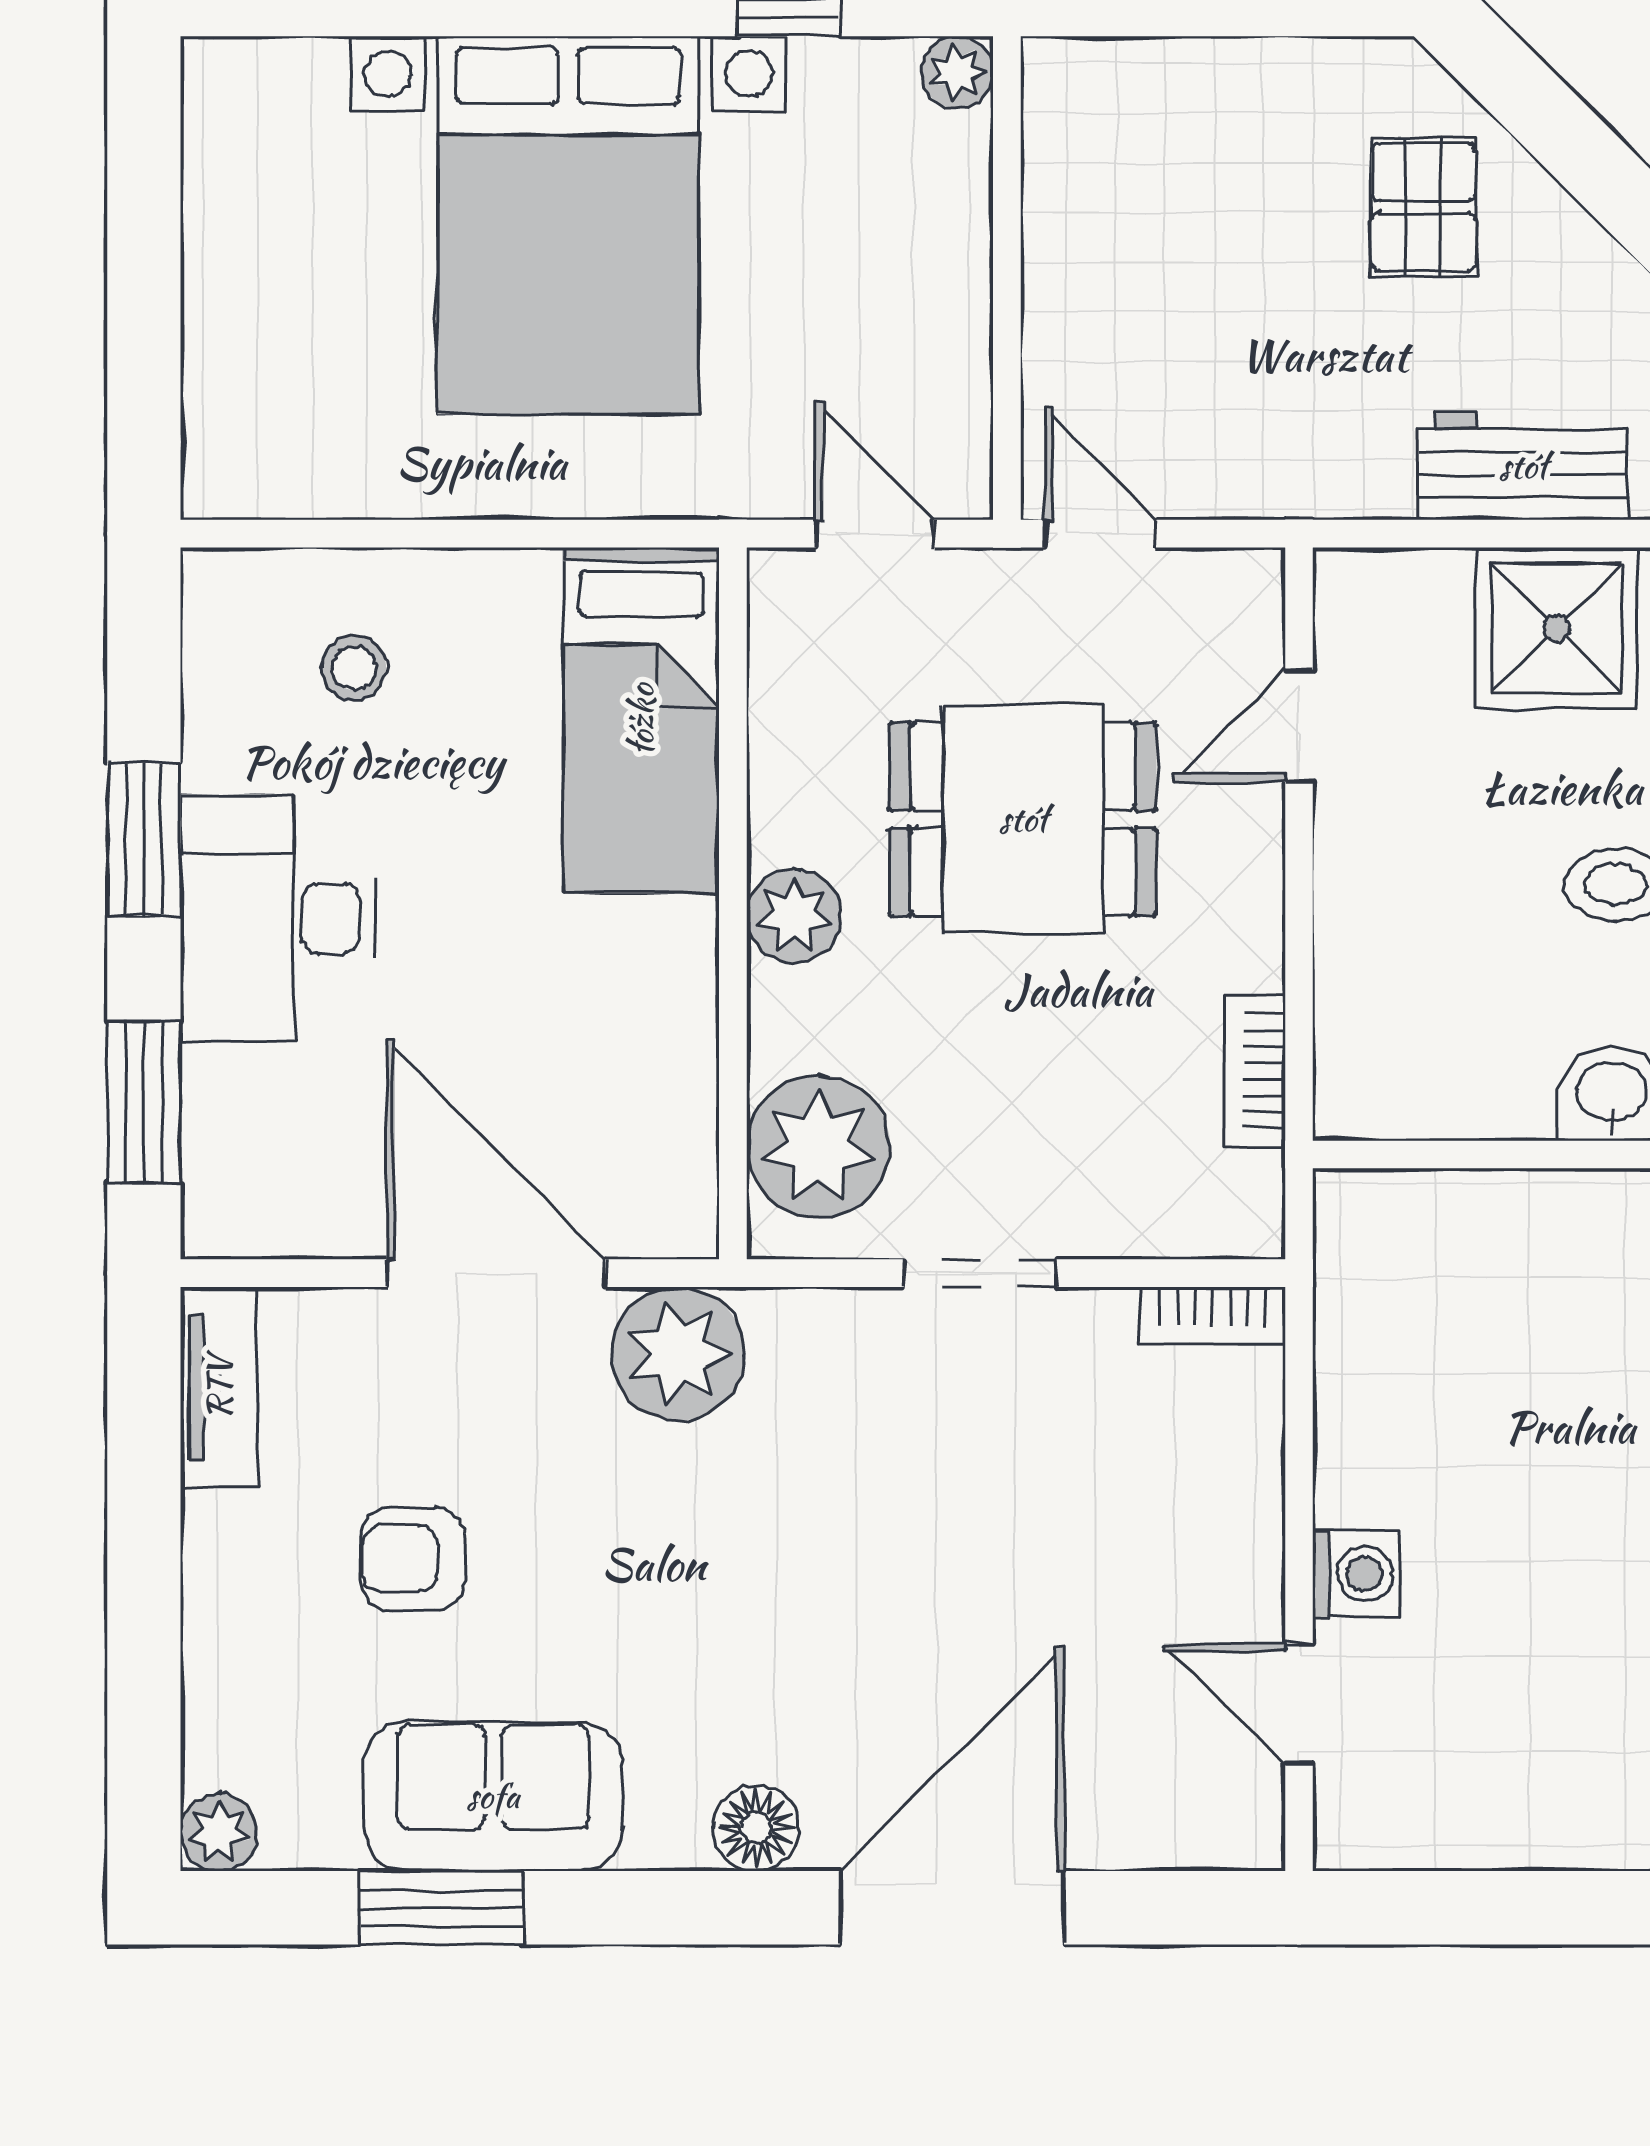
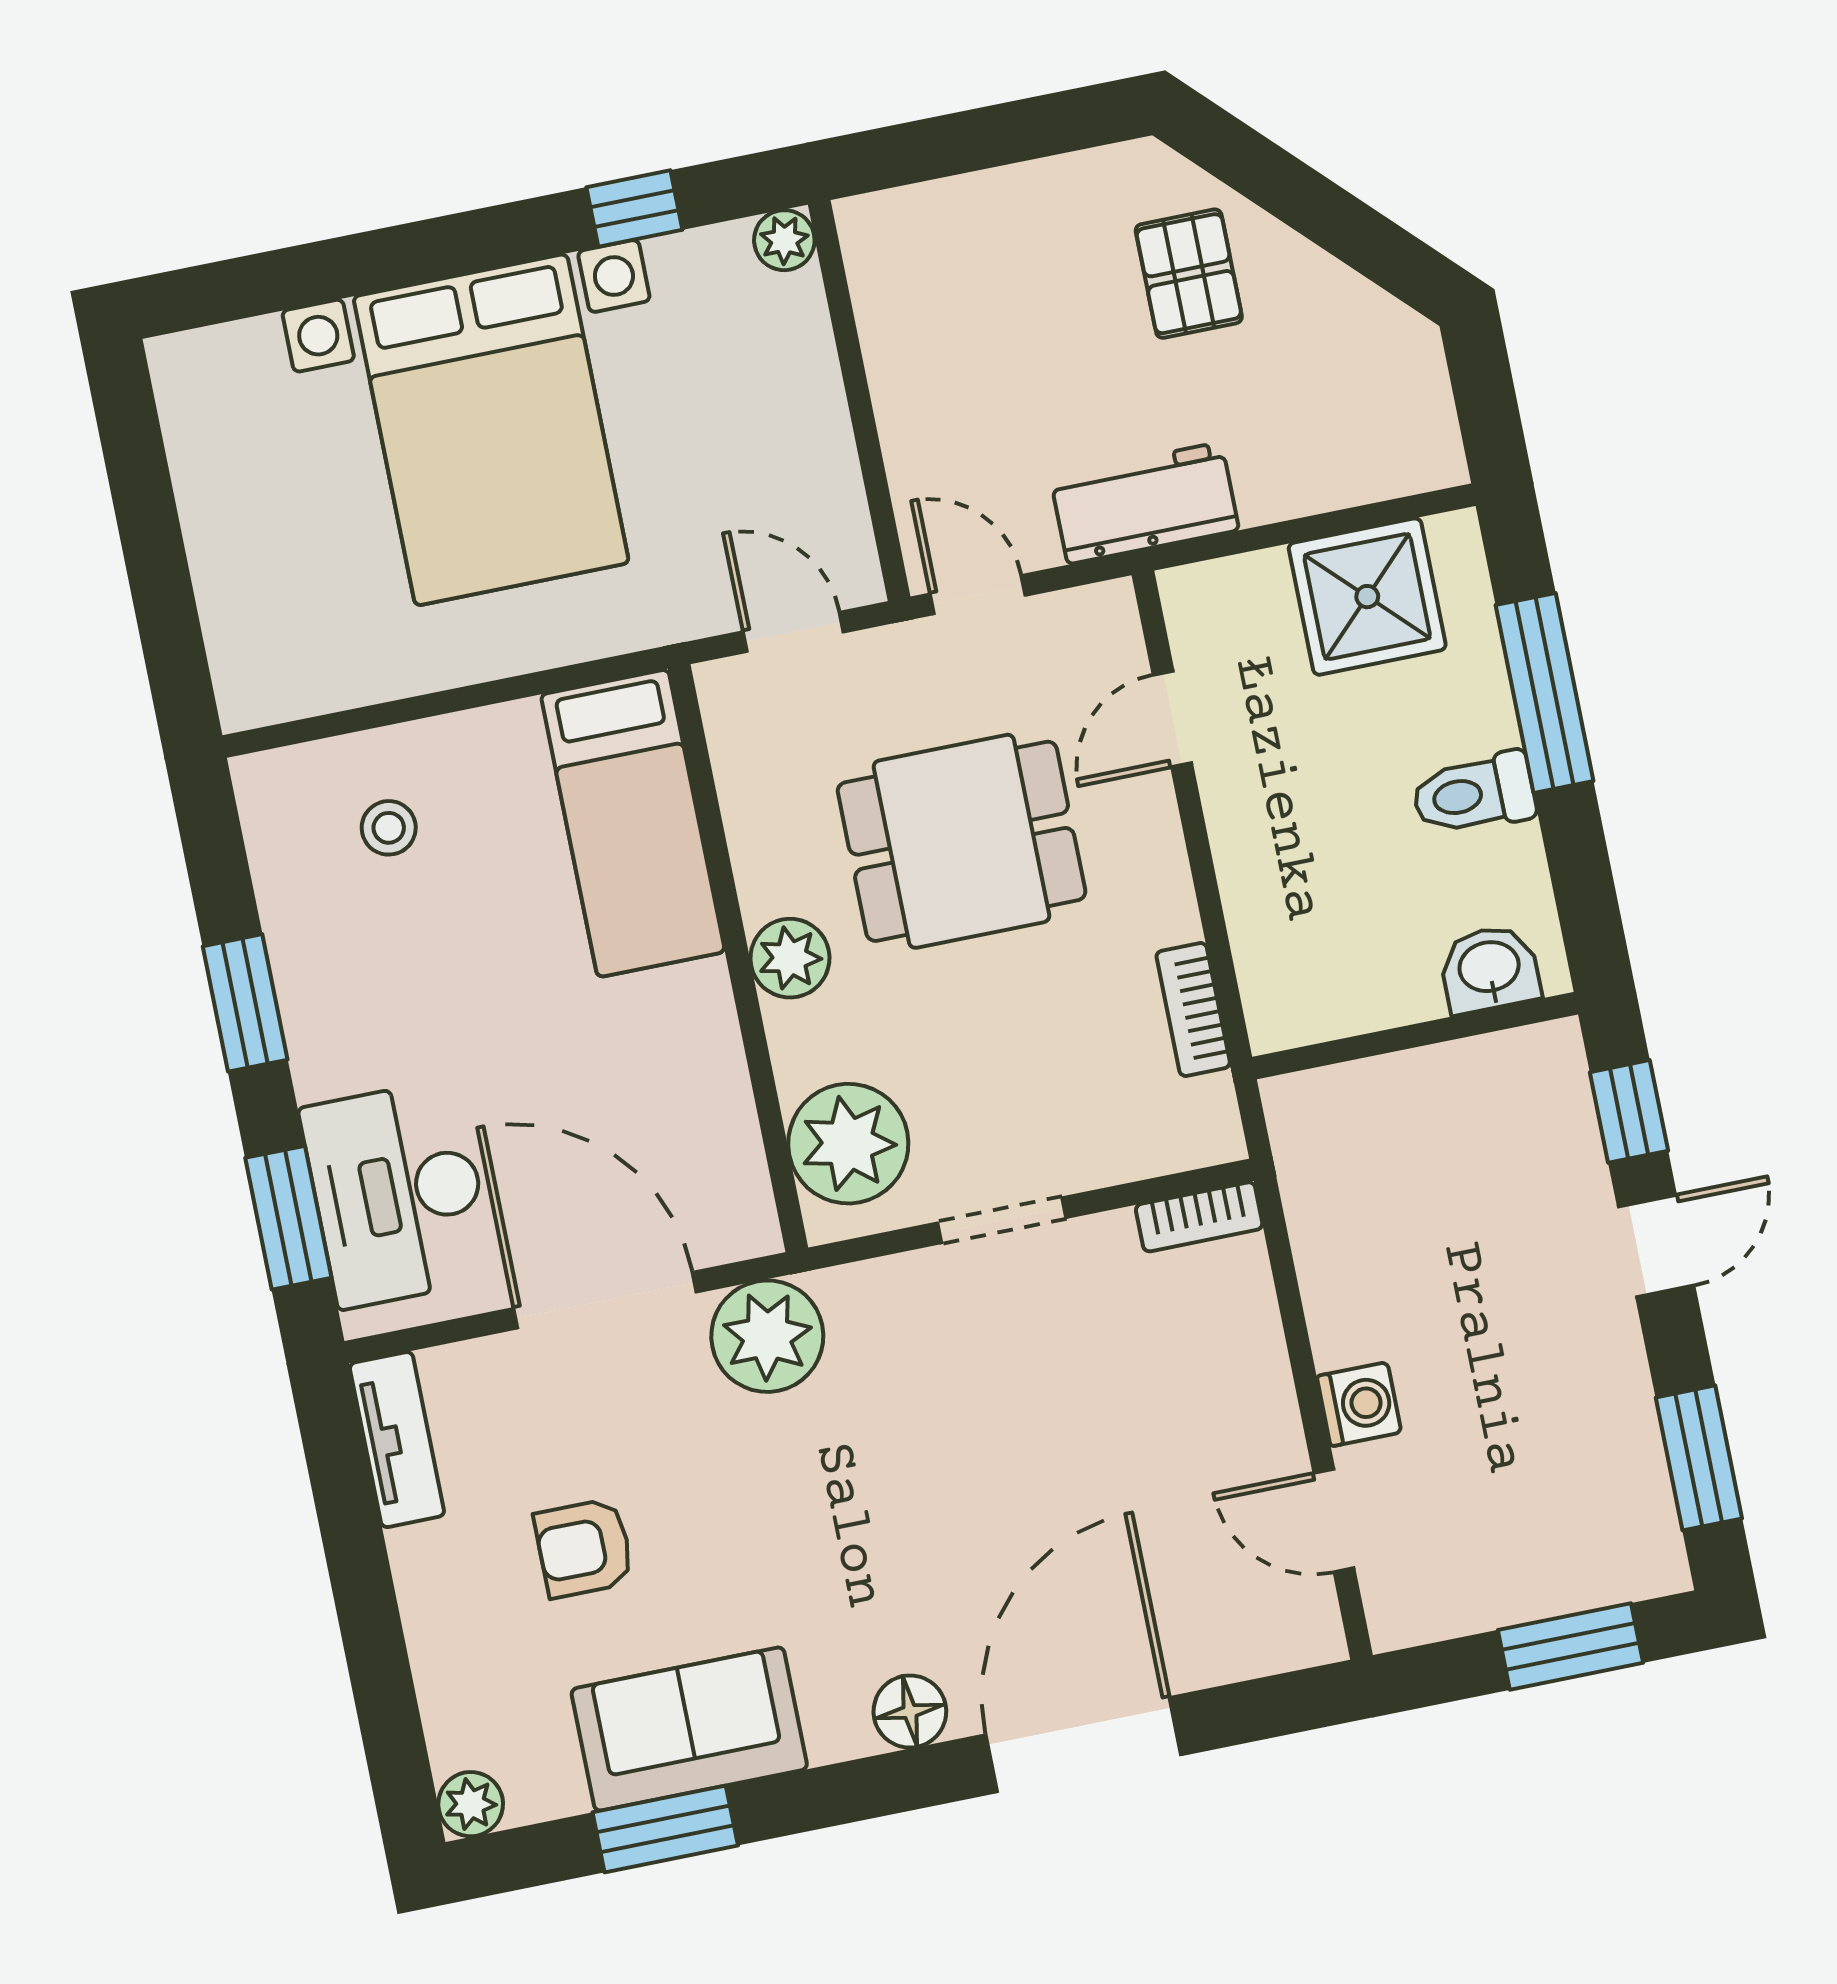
workbench: (1523, 466) -> (1145, 503), moved
desk: (278, 919) -> (398, 1194), moved
window: (1547, 1908) -> (1570, 1646), added

